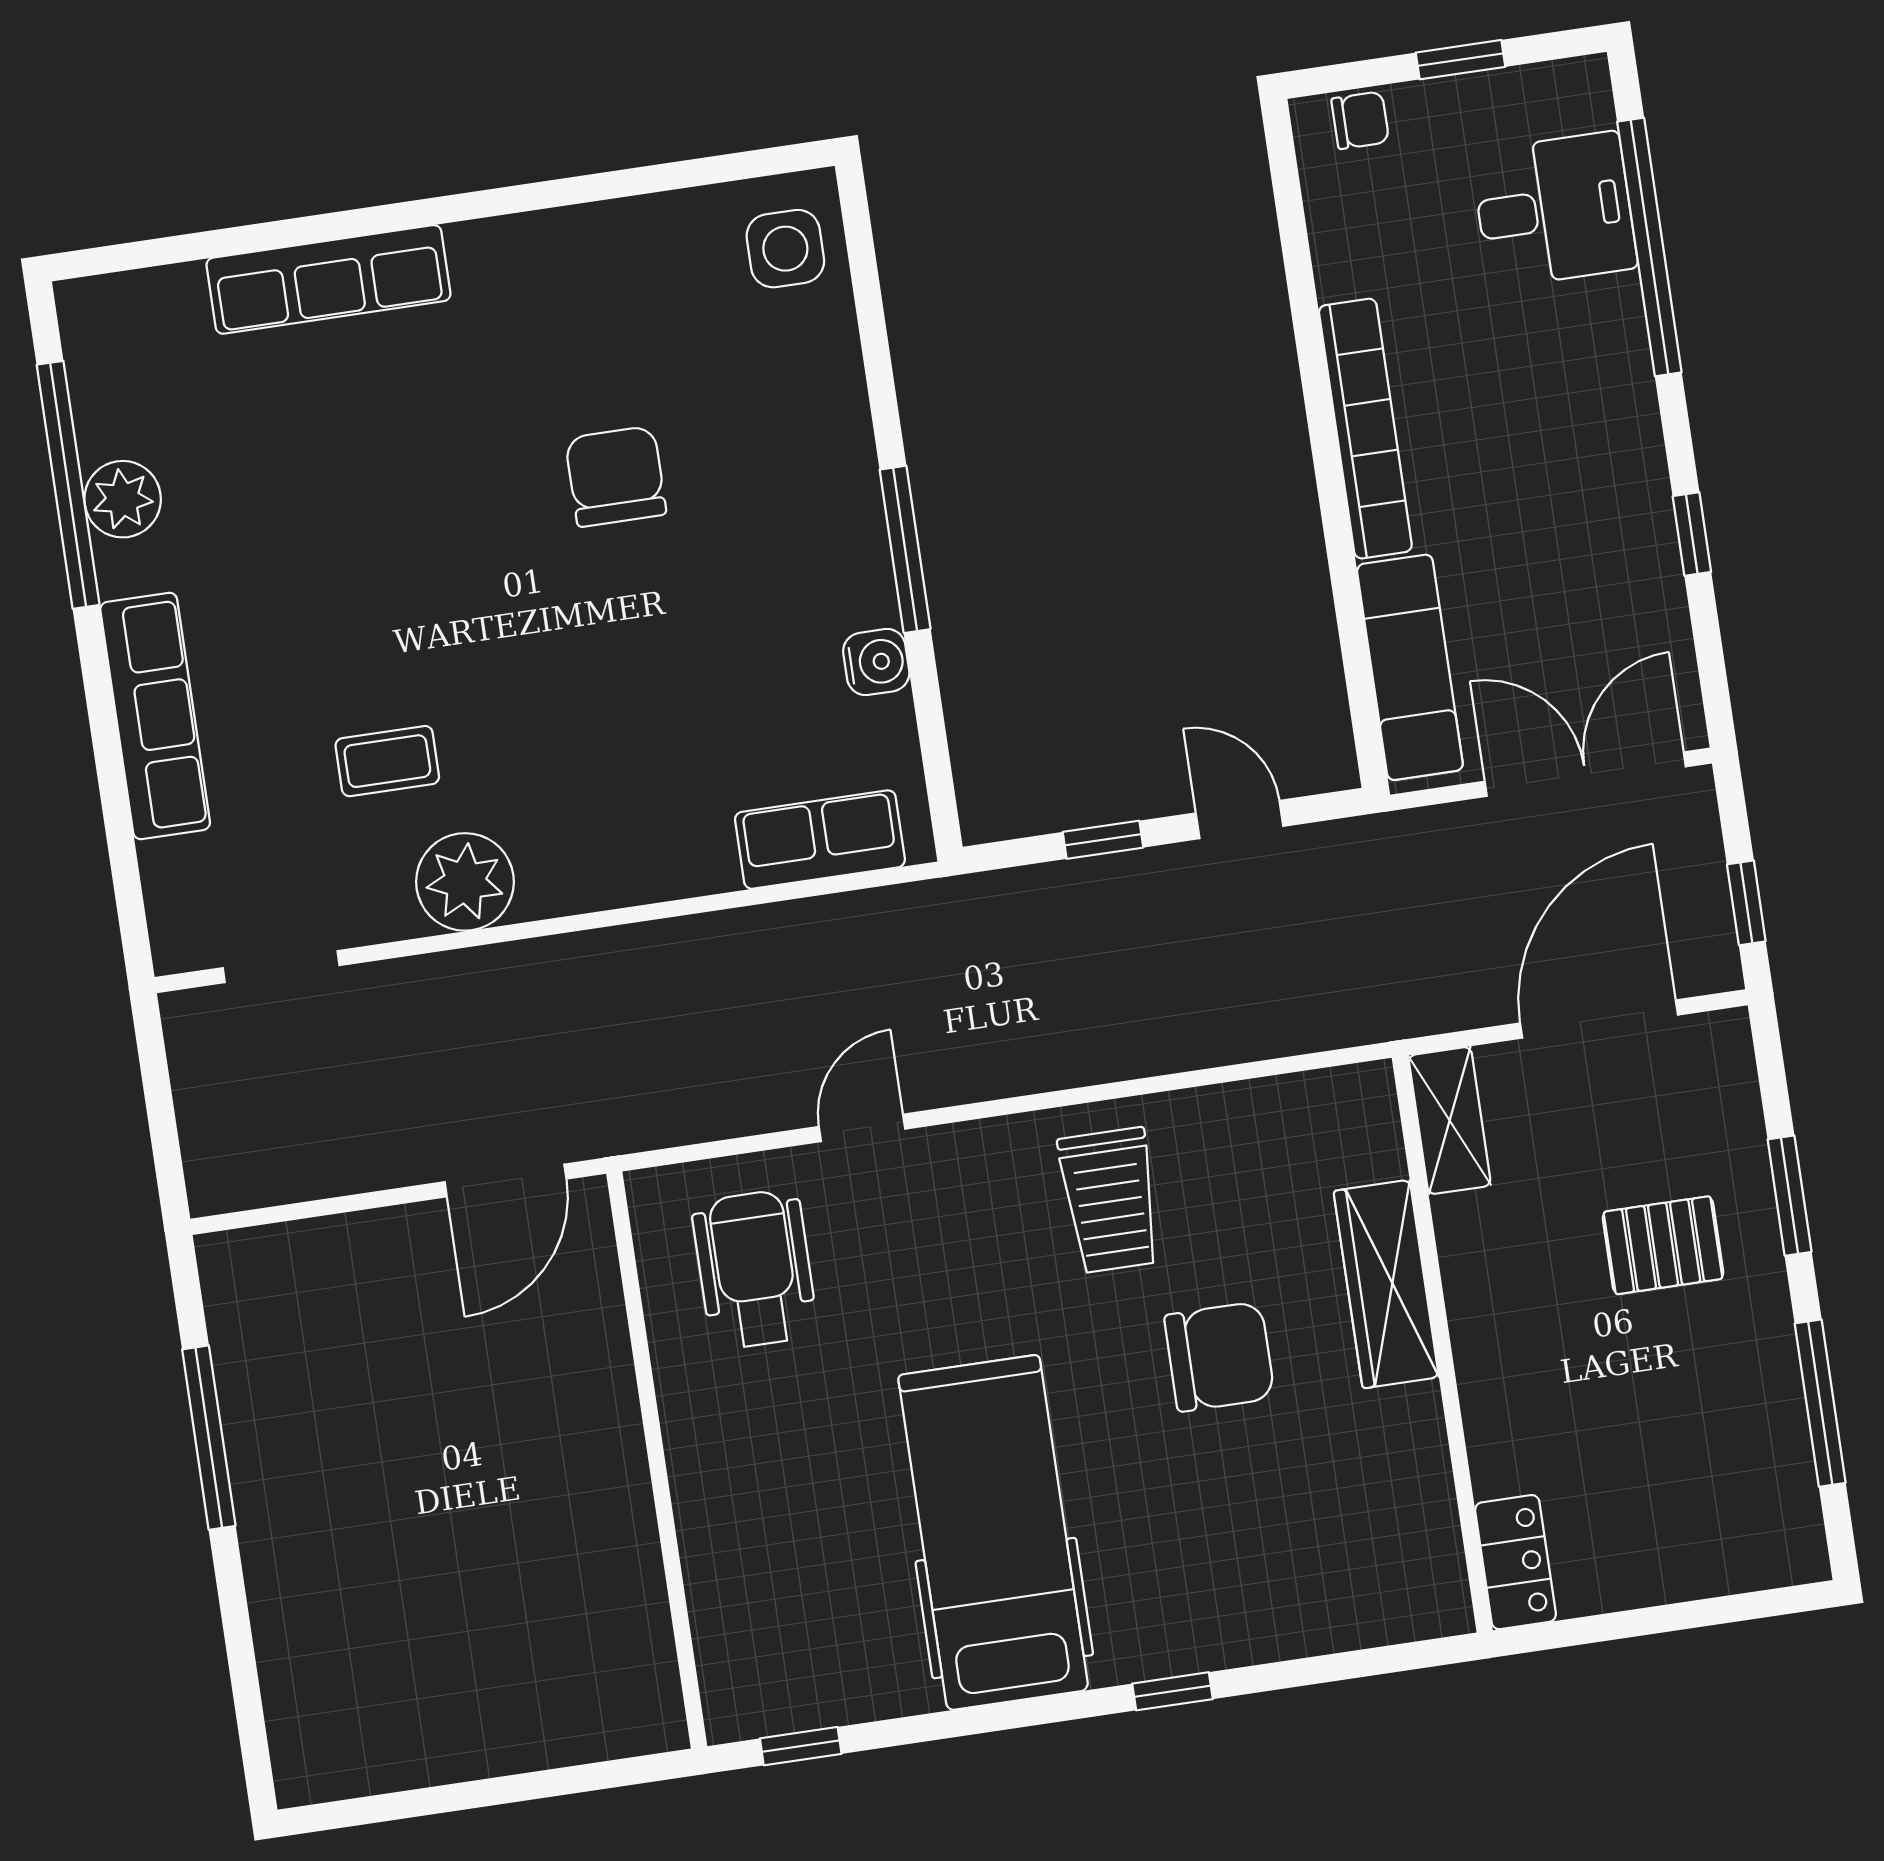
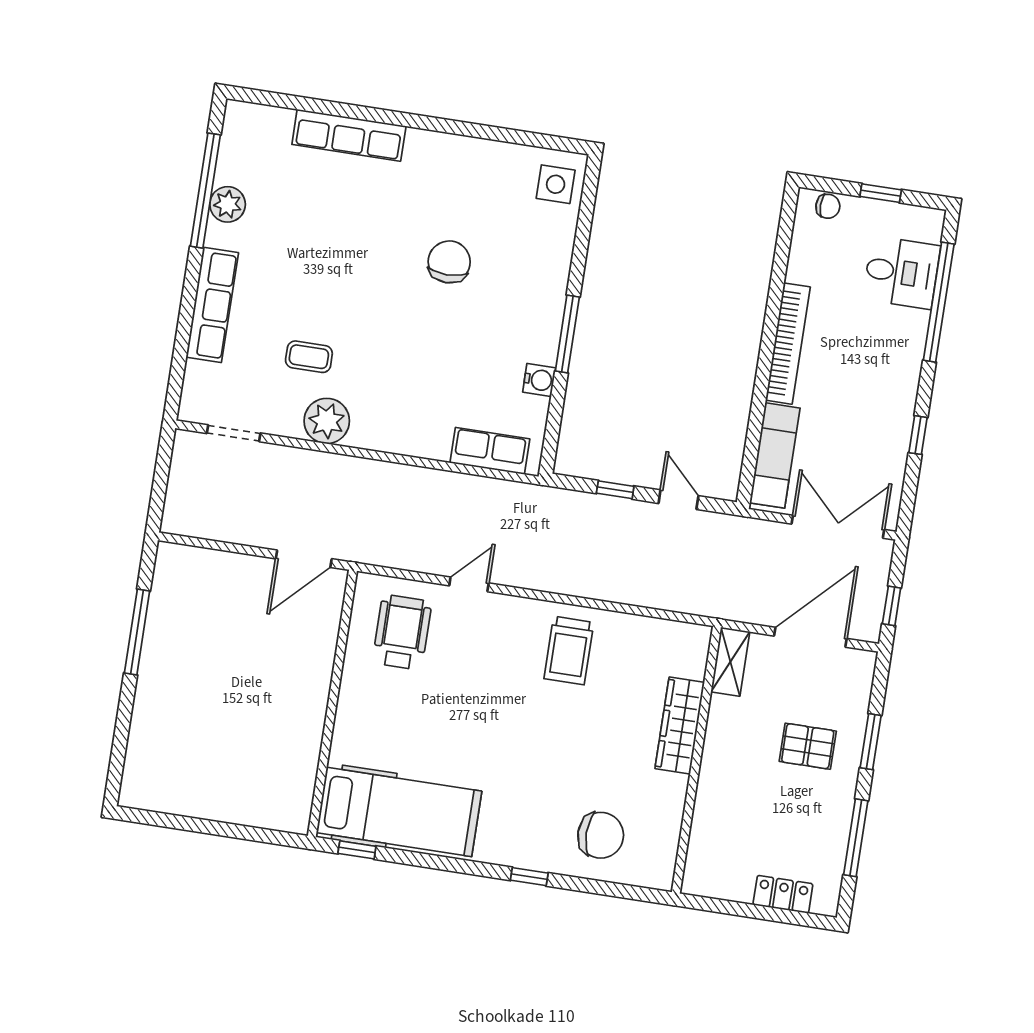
chair: (1219, 1357) -> (601, 835), moved
hospital bed: (993, 1533) -> (399, 812), moved, turned 90
locker: (1515, 1562) -> (783, 894), moved, turned -90

